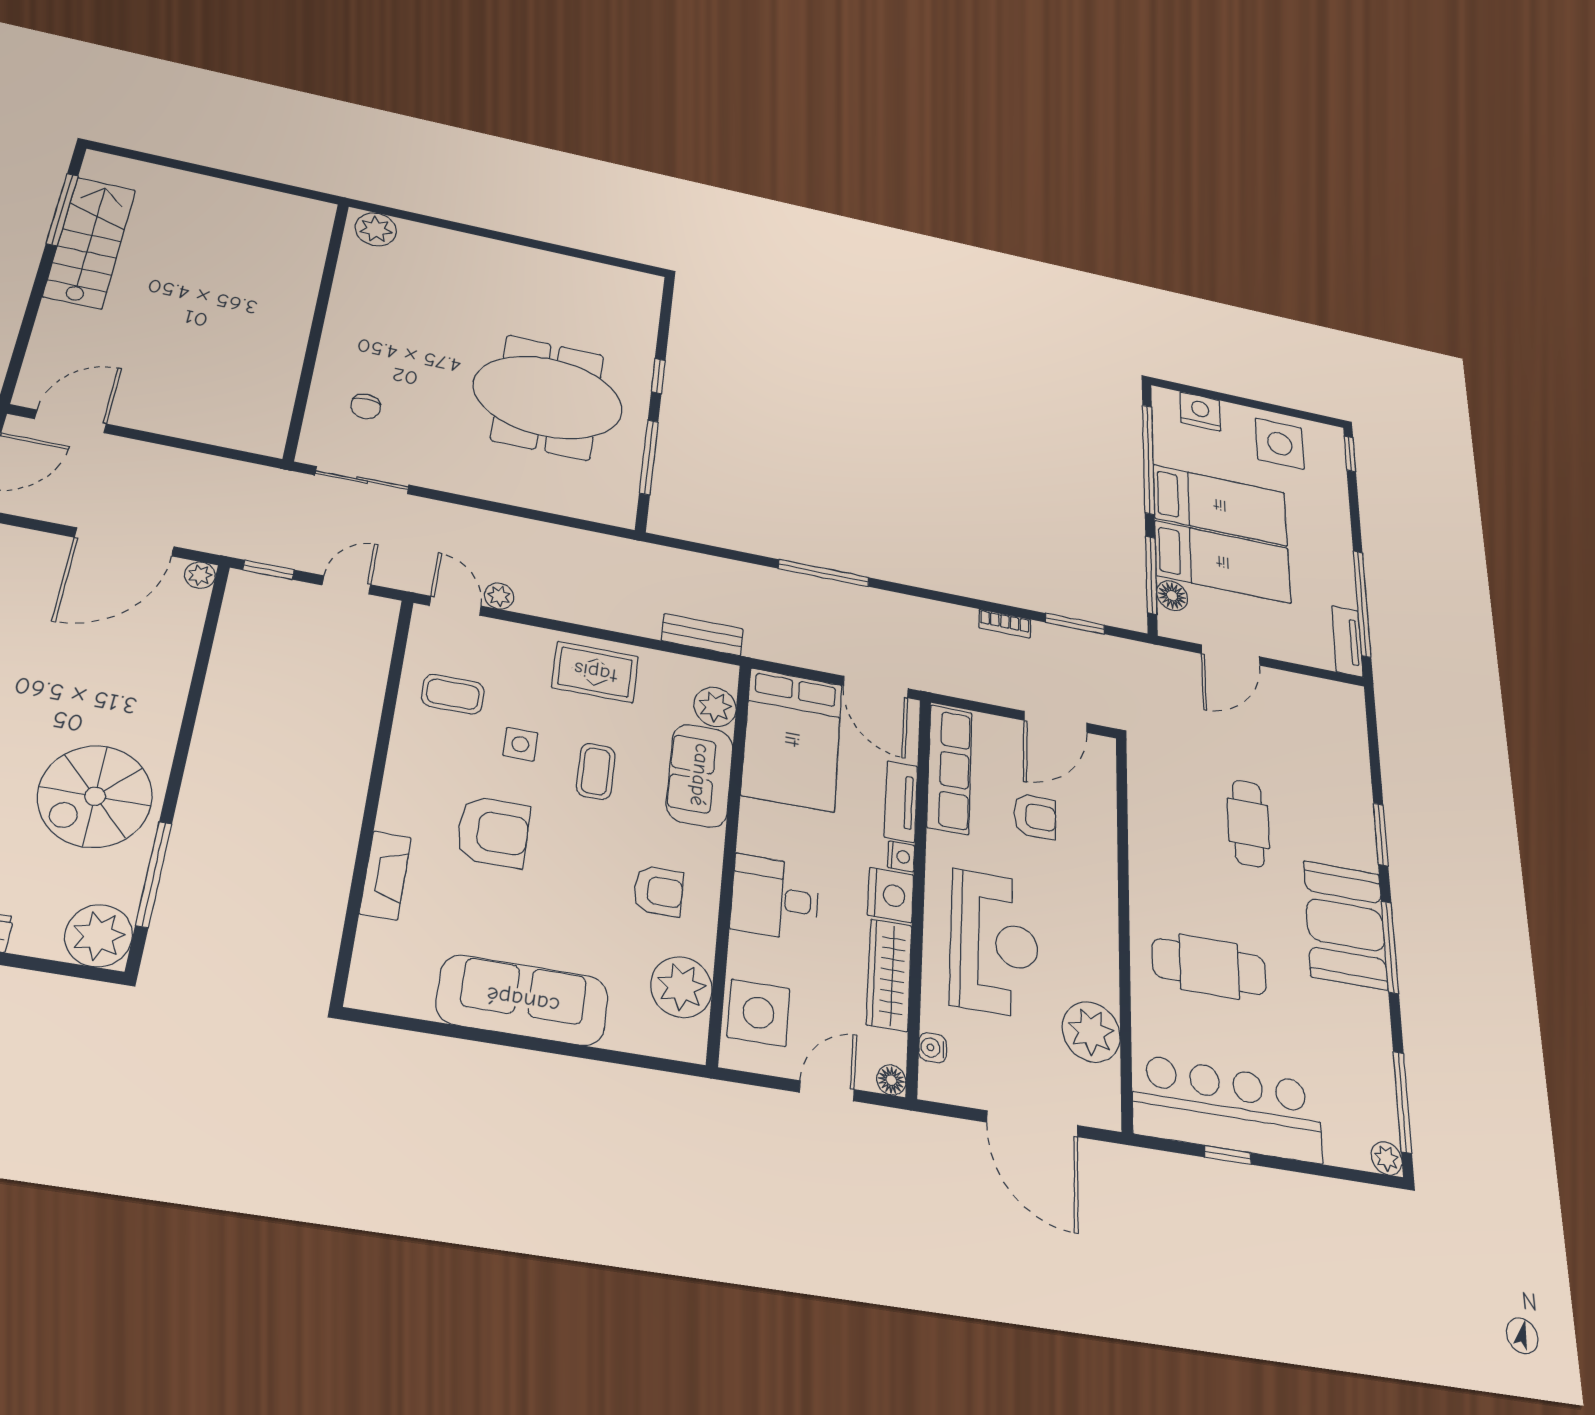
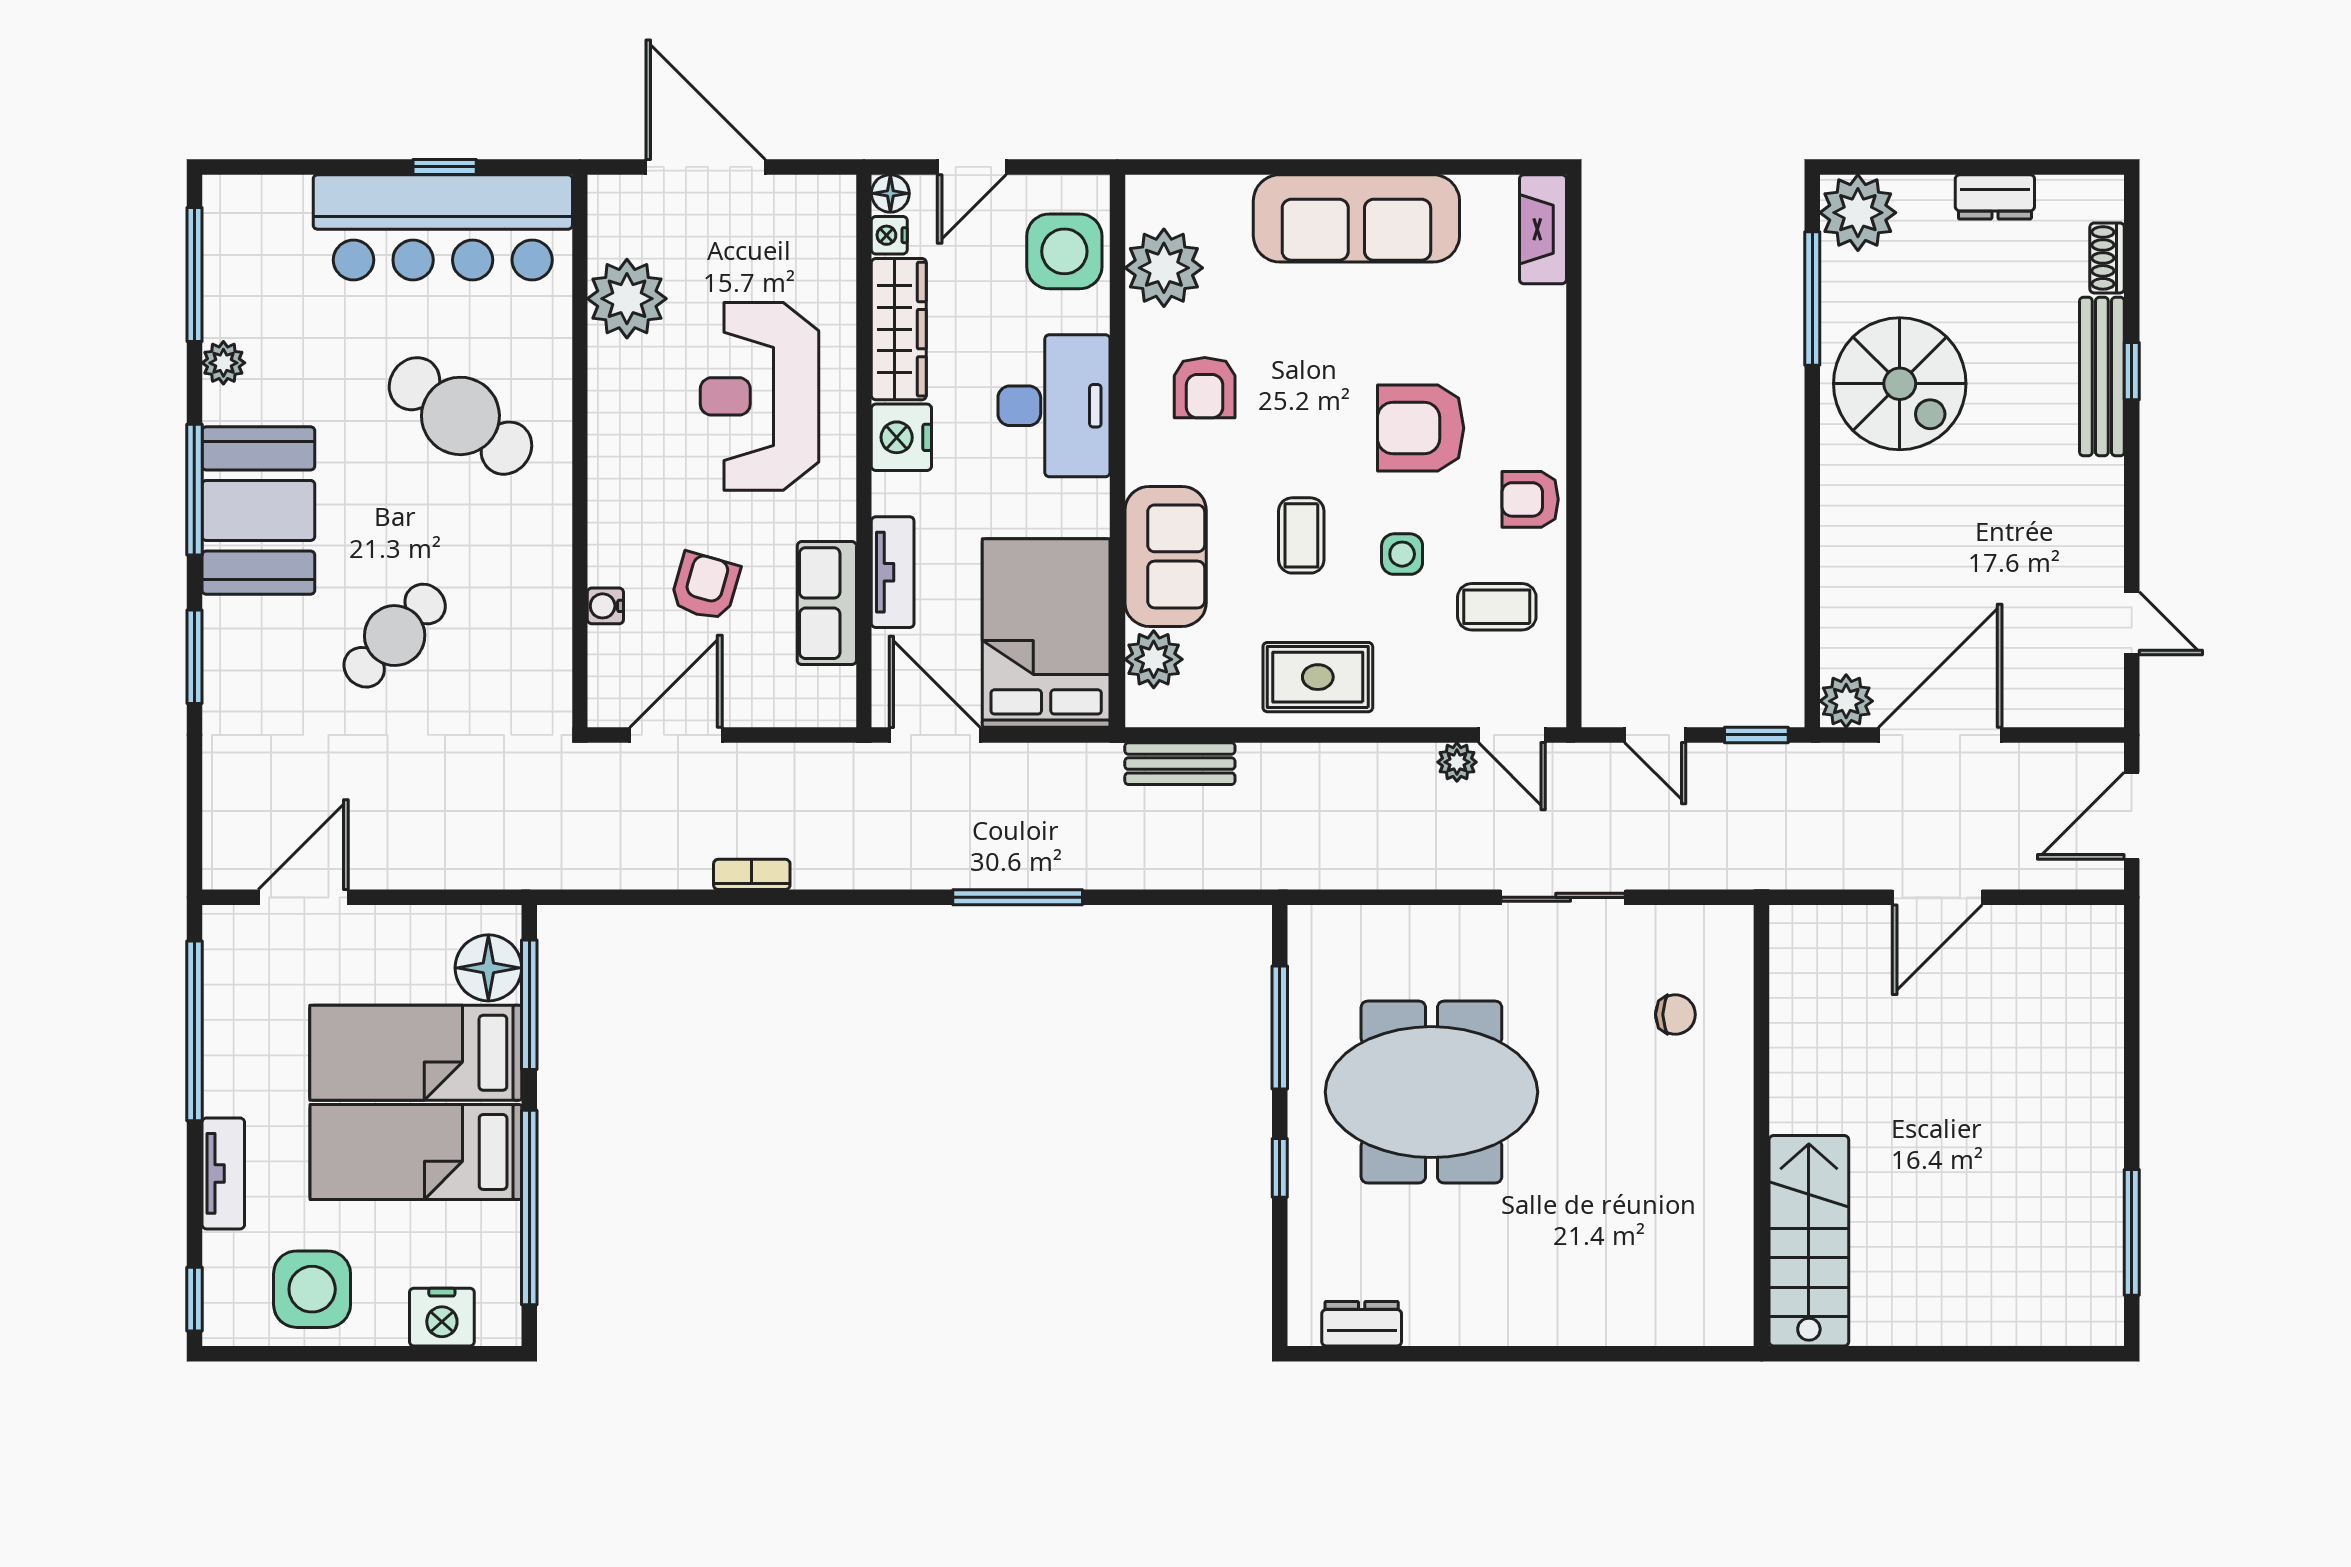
plant: (376, 229) -> (1710, 1317), removed
stairs: (90, 243) -> (1809, 1241), moved, turned 180
dresser: (614, 278) -> (1362, 1324), added
chair: (366, 406) -> (1675, 1015), turned 90
door: (71, 421) -> (1937, 897), moved
sliding door: (362, 480) -> (1563, 897), moved
plant: (200, 575) -> (1846, 701), width x1.38, depth x1.38
door: (346, 585) -> (1655, 735), hinge flipped
floor lamp: (1172, 596) -> (488, 968), width x1.38, depth x1.38
window: (1075, 624) -> (647, 897), removed
tv unit: (1347, 641) -> (223, 1173), moved
door: (1230, 655) -> (303, 897), moved
armchair: (415, 765) -> (1530, 499), added
row of seats: (949, 769) -> (827, 603), width x0.68
spiral stairs: (95, 796) -> (1900, 384), turned 90
armchair: (1035, 816) -> (705, 586), turned 106
cafe table: (1248, 823) -> (395, 636), turned 44
nightstand: (901, 856) -> (889, 235), moved
fireplace: (385, 875) -> (1543, 229), moved
armchair: (658, 891) -> (1205, 388), turned -90
desk: (775, 898) -> (1054, 406), width x1.37
cafe table: (1209, 967) -> (460, 416), turned 35
water cooler: (933, 1048) -> (605, 606), moved, turned 180
plant: (1387, 1158) -> (223, 363), moved

